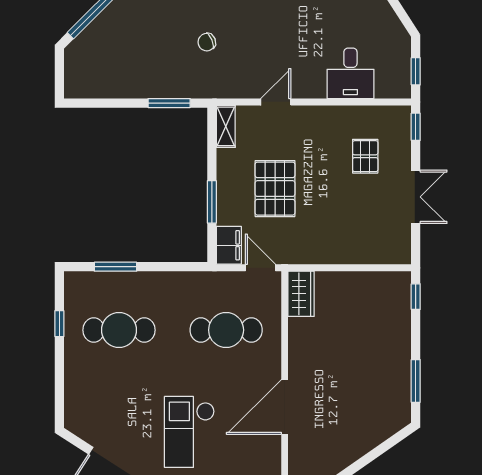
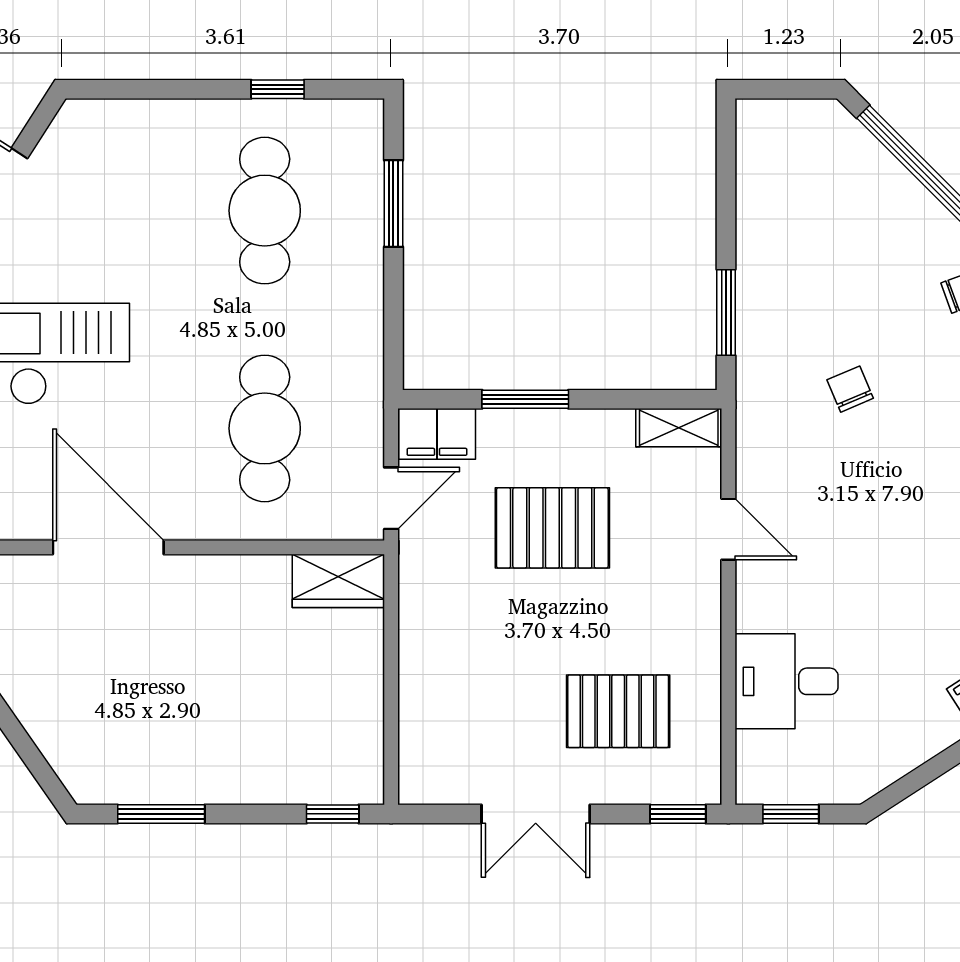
pallet: (365, 156) -> (618, 711), width x1.50, depth x1.42

